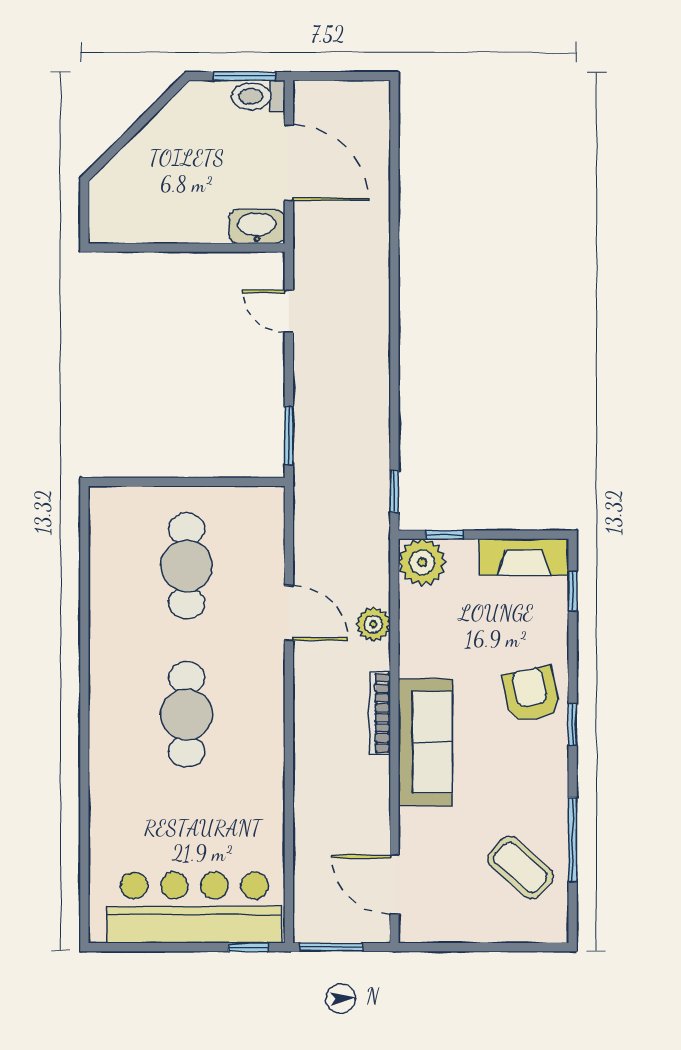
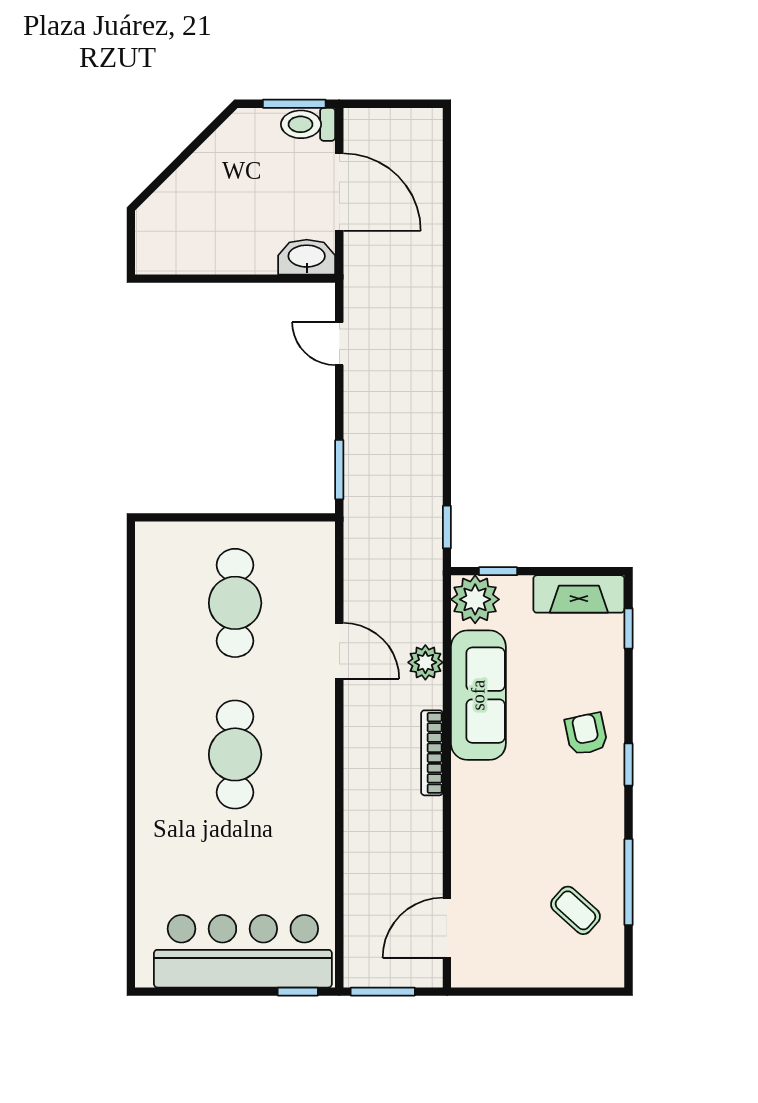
armchair: (531, 694) -> (586, 734), width x0.72, depth x0.72
sofa: (425, 742) -> (478, 695), moved
coffee table: (521, 867) -> (576, 910), width x0.73, depth x0.77
door: (394, 885) -> (447, 928), hinge flipped

